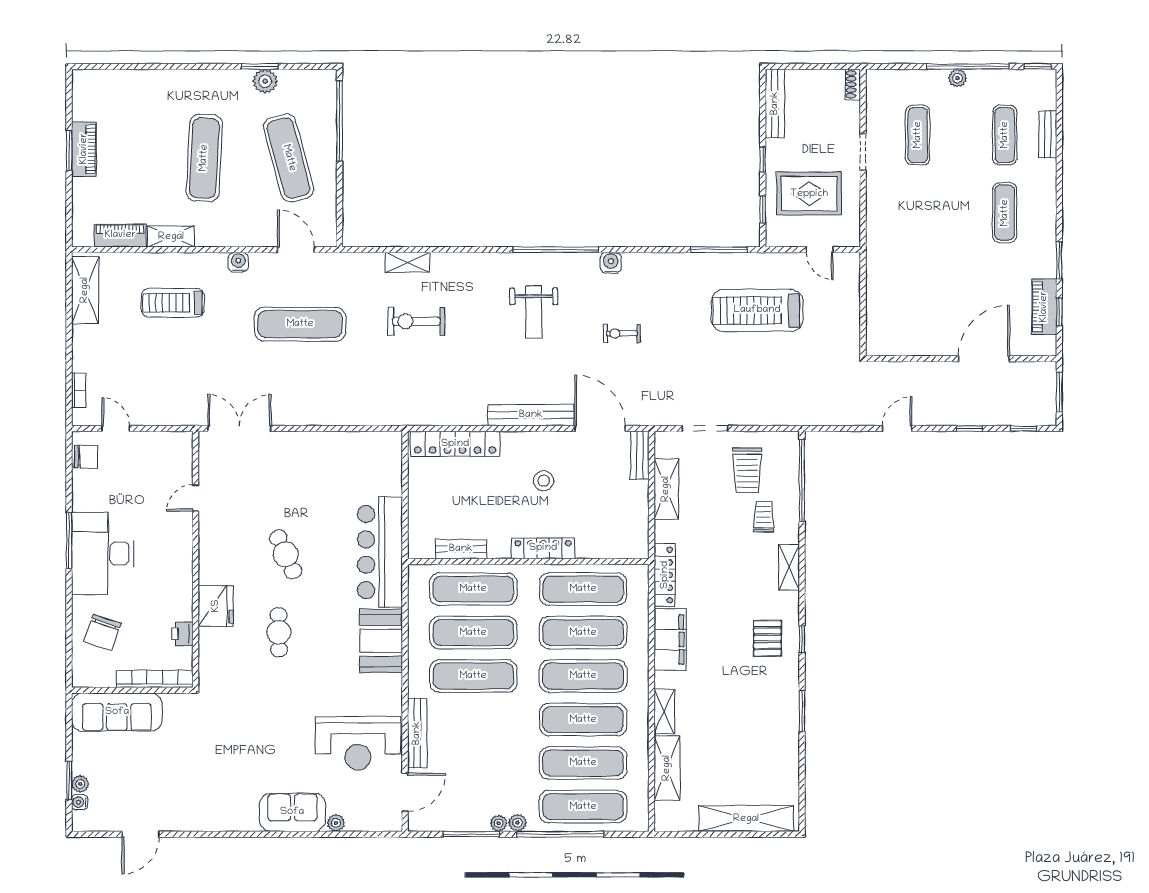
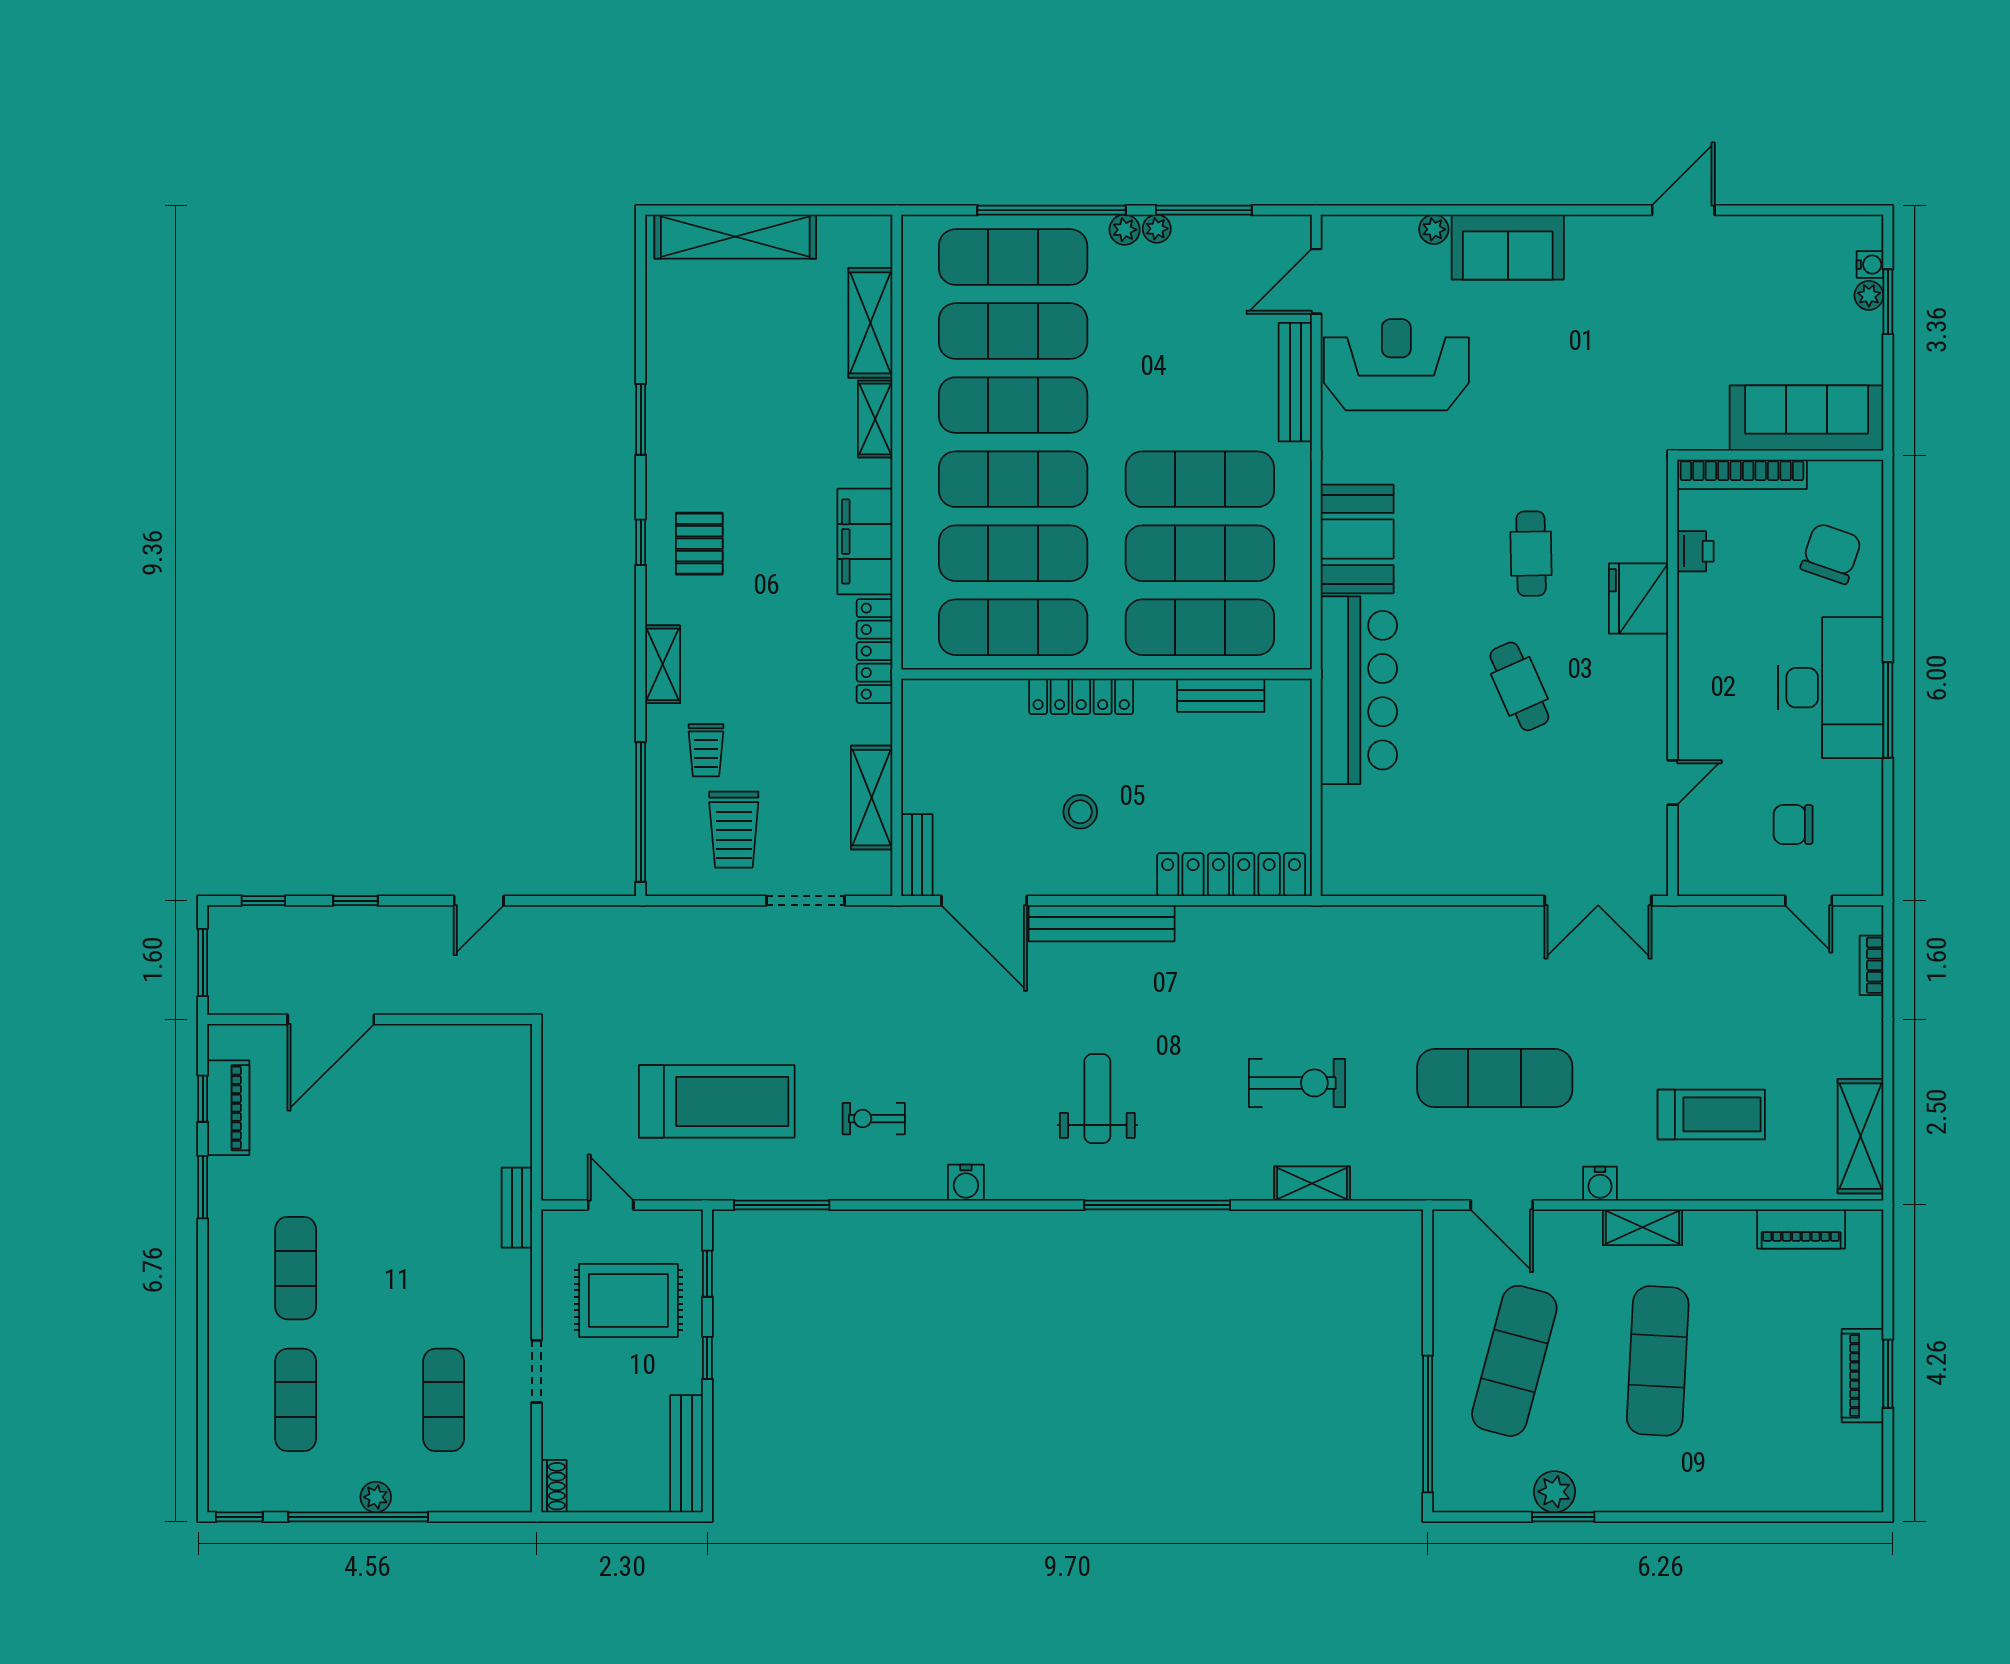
bench: (1048, 134) -> (517, 1208), moved
exercise mat: (289, 158) -> (1514, 1361), turned 30
shelving: (171, 237) -> (1642, 1227), moved
window: (556, 250) -> (1157, 1205), moved
exercise bike: (622, 333) -> (874, 1119), moved, turned 180
chair: (86, 457) -> (1793, 824), moved
trolley: (747, 470) -> (734, 830), turned 180
door: (141, 834) -> (1683, 210), moved

